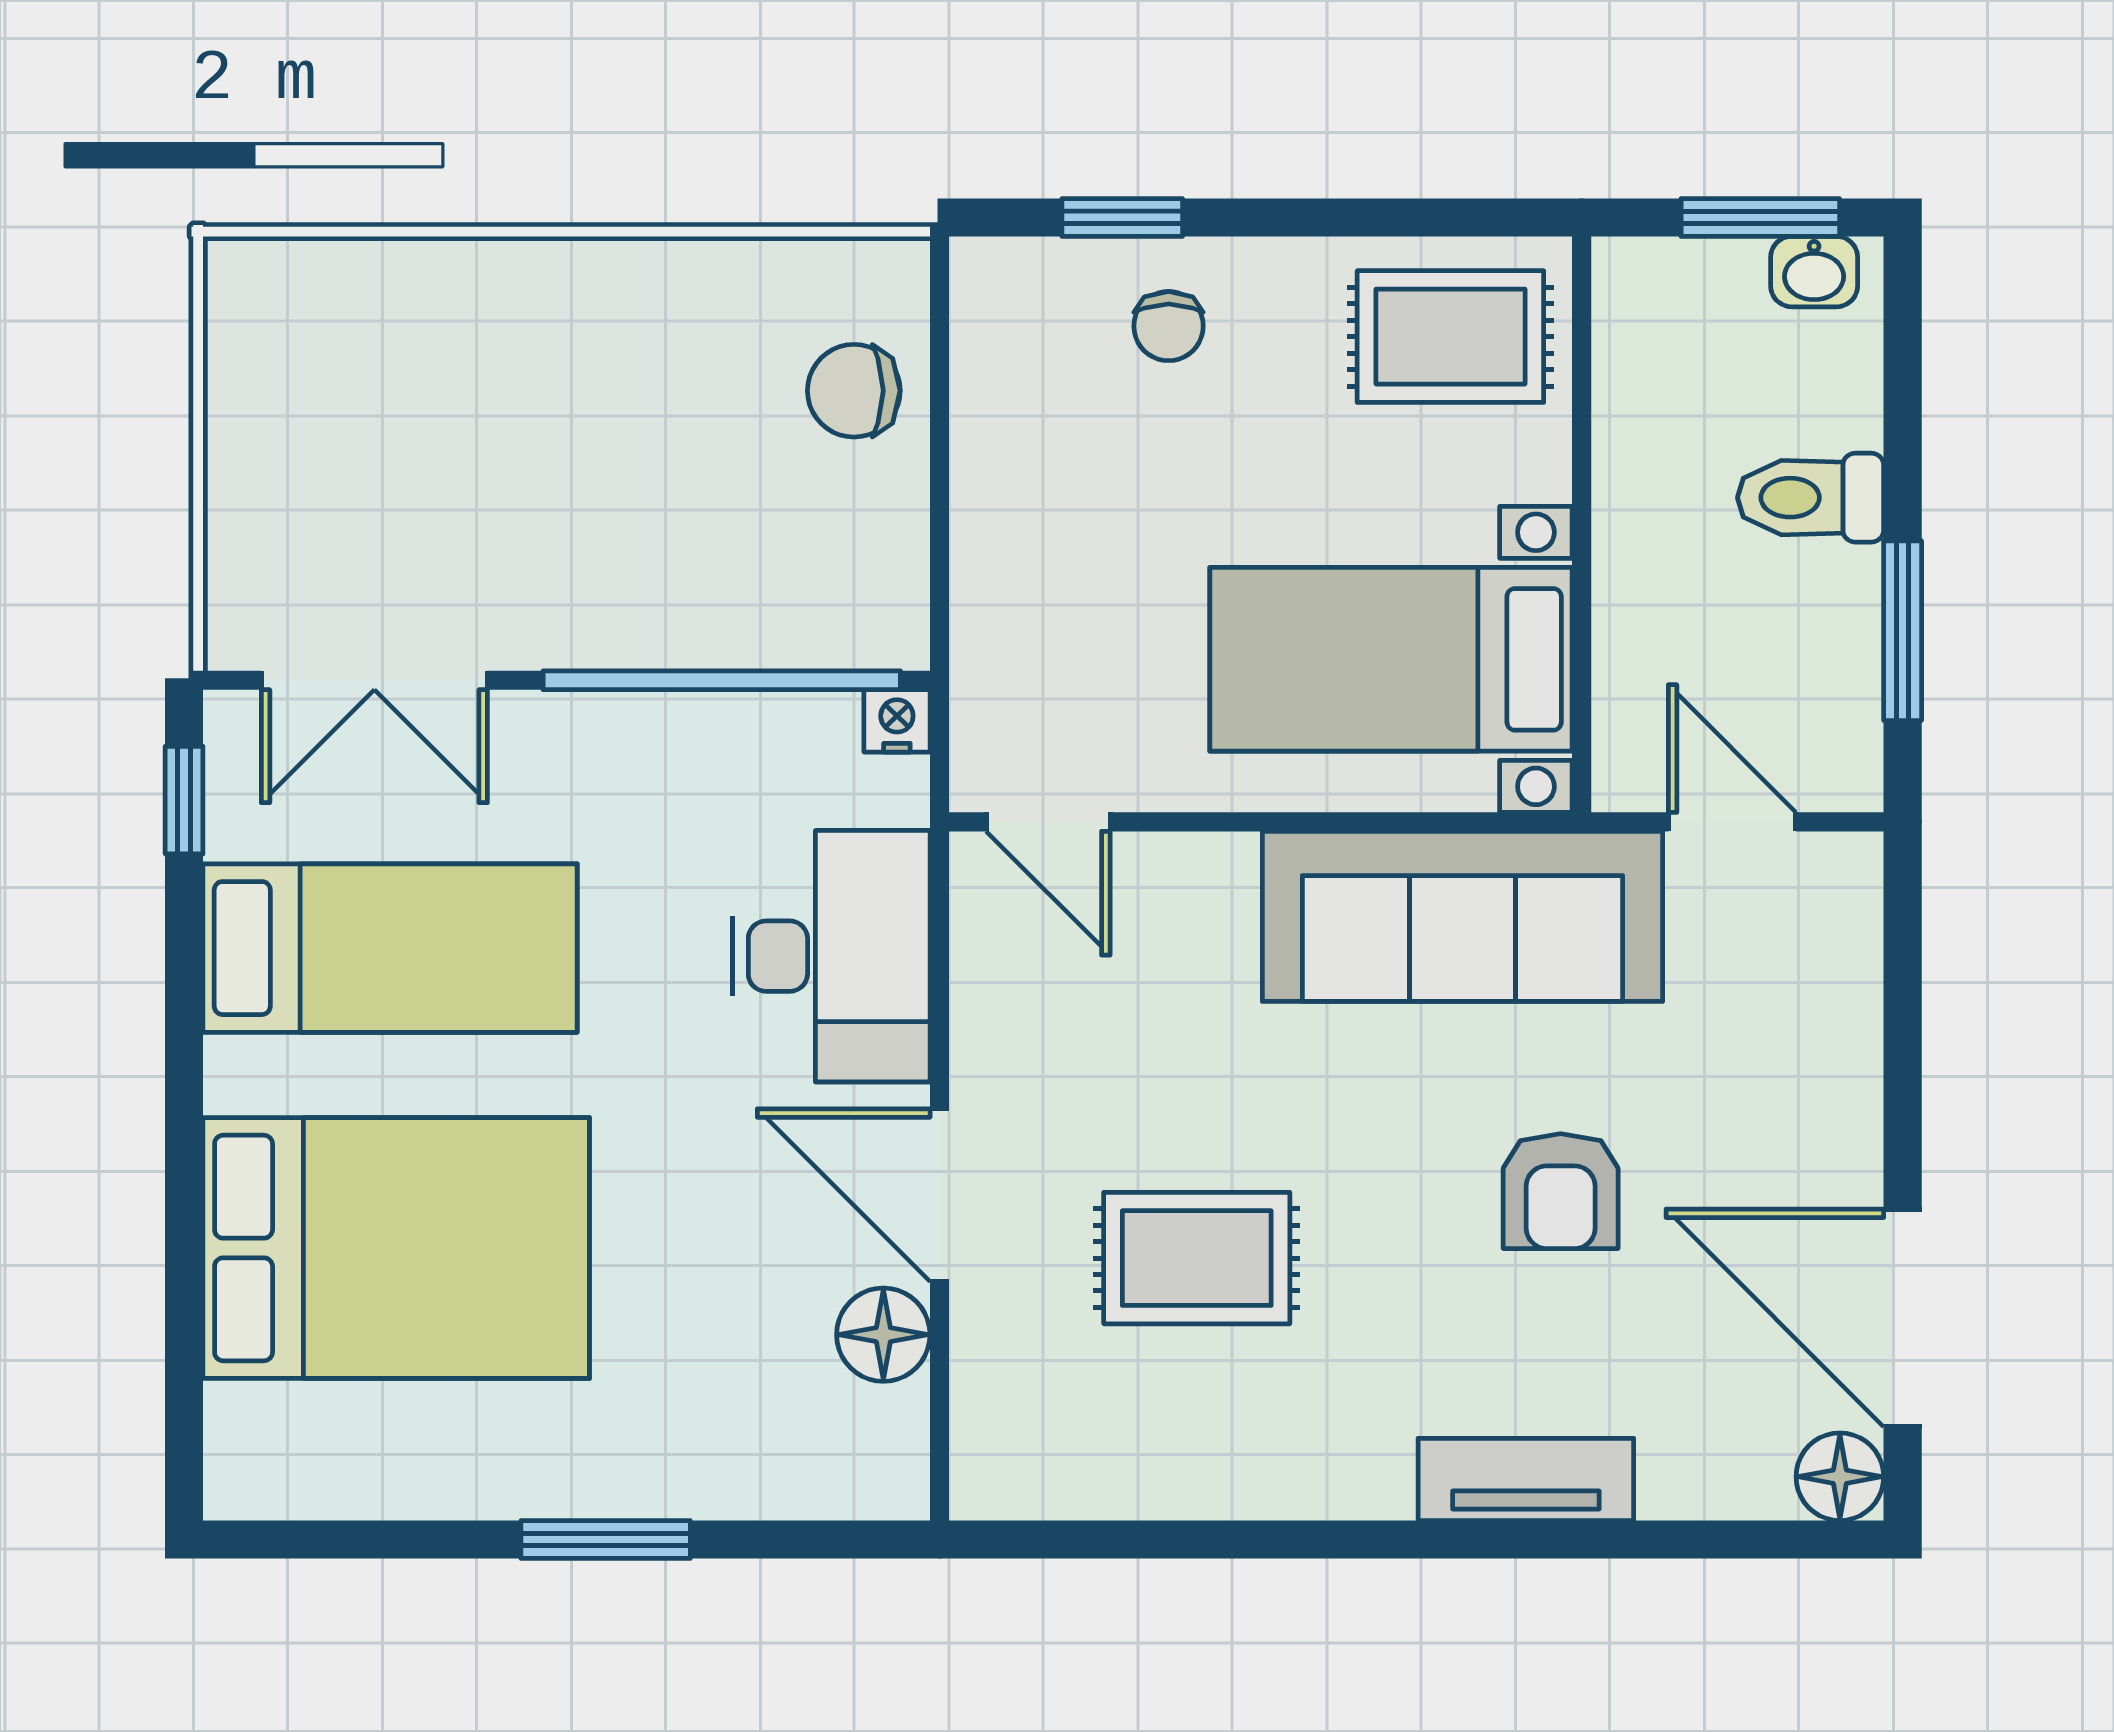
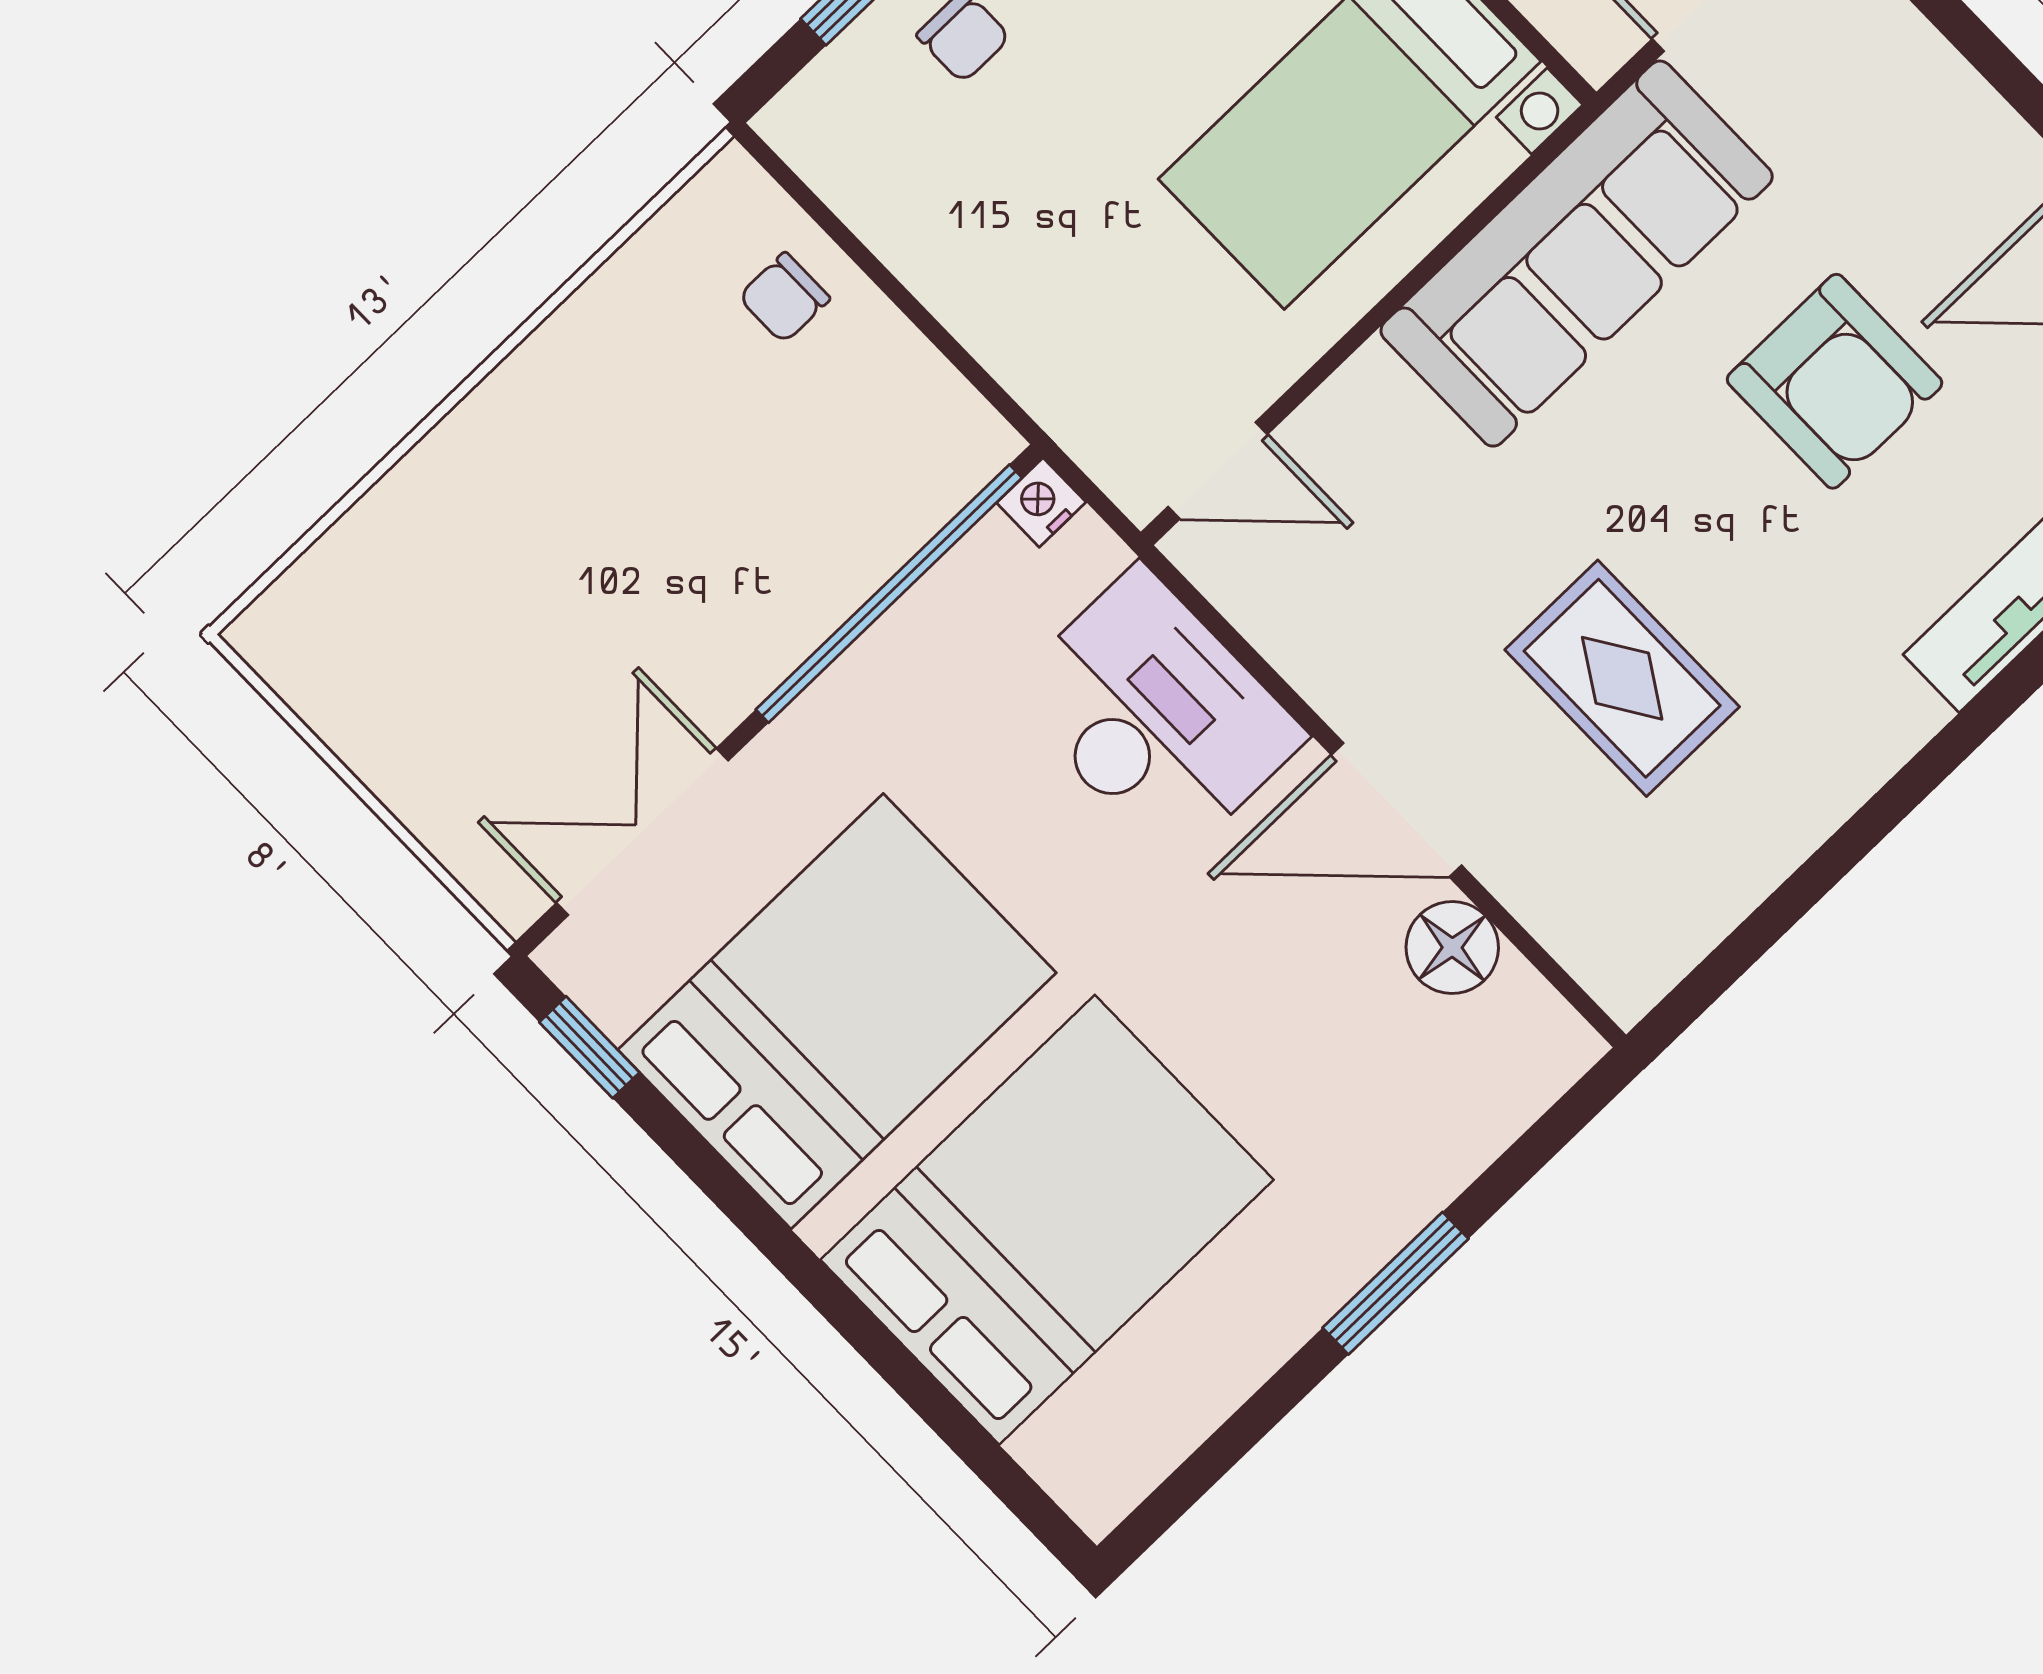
chair: (854, 391) -> (784, 298), width x0.73, depth x0.73
double door: (374, 680) -> (642, 832), swing flipped
bed: (390, 948) -> (837, 1011), width x1.50
armchair: (1561, 1191) -> (1835, 381), width x1.38, depth x1.38
rug: (1197, 1258) -> (1622, 678), turned 90

